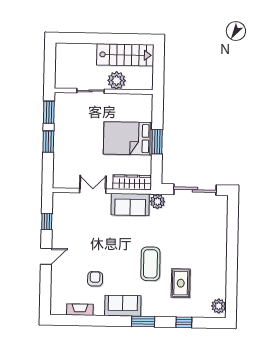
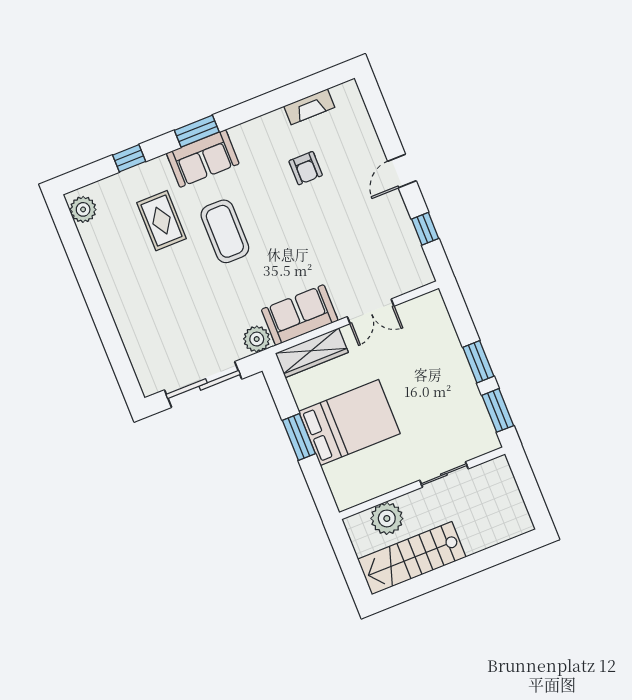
plant: (117, 80) -> (387, 518), moved
sofa: (123, 306) -> (203, 159), moved

